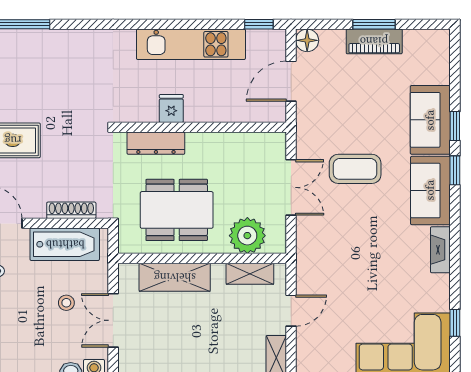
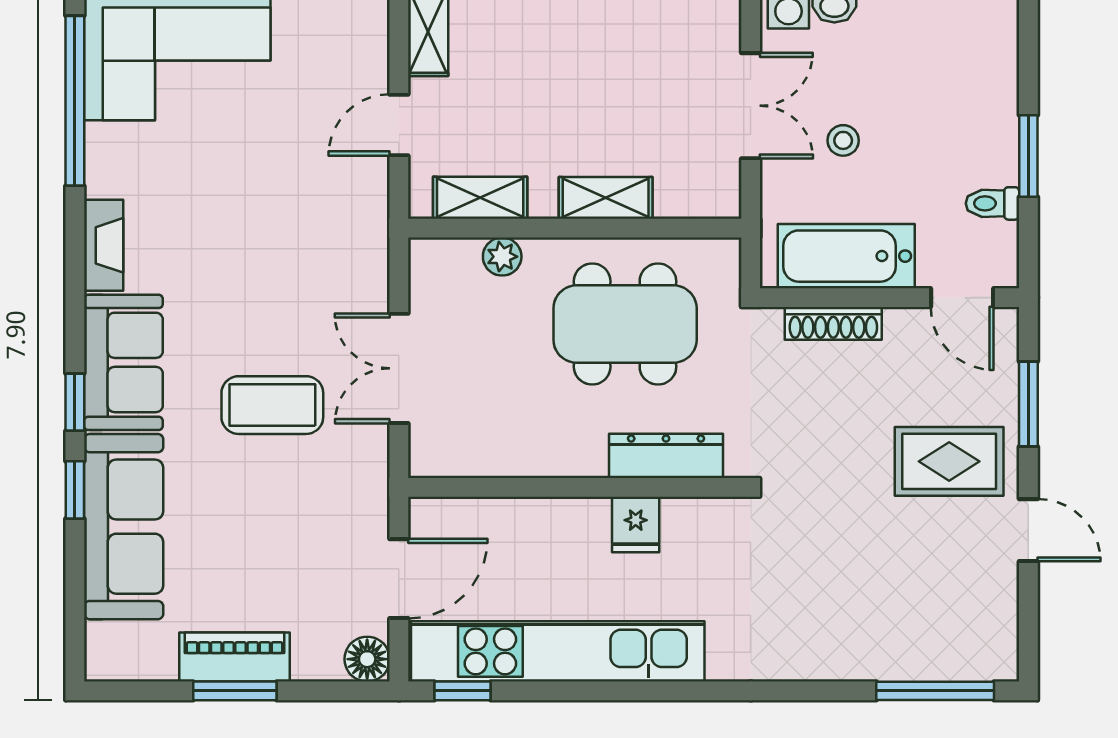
kitchen unit: (191, 44) -> (558, 651), width x1.36
sofa: (430, 120) -> (124, 527), width x1.36
plant: (247, 236) -> (502, 257), width x0.53, depth x0.53
shelving: (175, 277) -> (606, 198), width x0.67, depth x0.75
window: (455, 323) -> (75, 101), width x3.17

